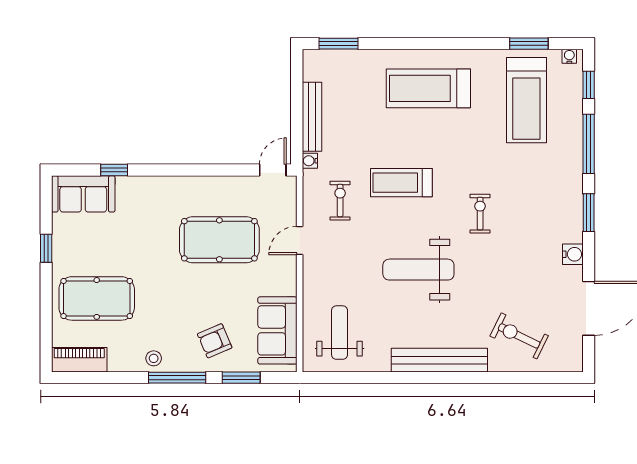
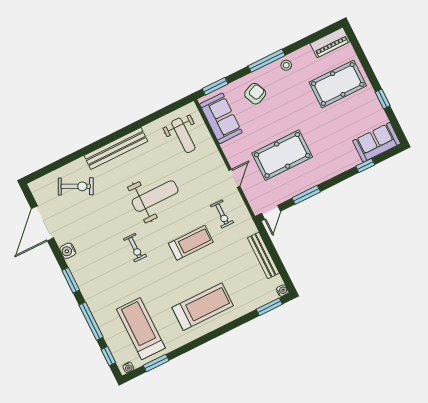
water cooler: (310, 161) -> (282, 291), moved
window: (214, 170) -> (306, 195), added
window: (241, 378) -> (215, 86), moved

